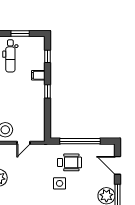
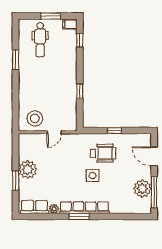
filing cabinet: (38, 75) -> (70, 24), moved
window: (47, 91) -> (80, 91), moved
window: (80, 141) -> (114, 131), width x0.32

